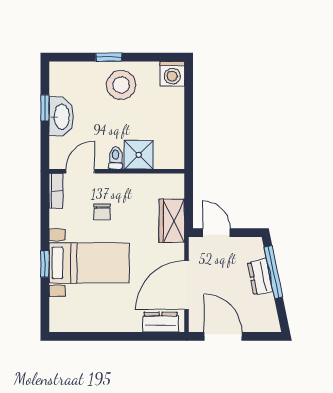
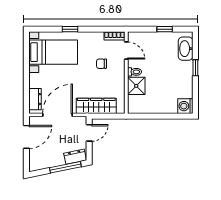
stool: (121, 85) -> (179, 75), removed
washbasin: (61, 117) -> (186, 49), moved, turned 90
wardrobe: (172, 221) -> (96, 106), width x1.50
bed with nightstands: (89, 263) -> (53, 52), moved, turned -90
dresser: (260, 277) -> (75, 157), moved
door: (187, 285) -> (57, 115), hinge flipped

